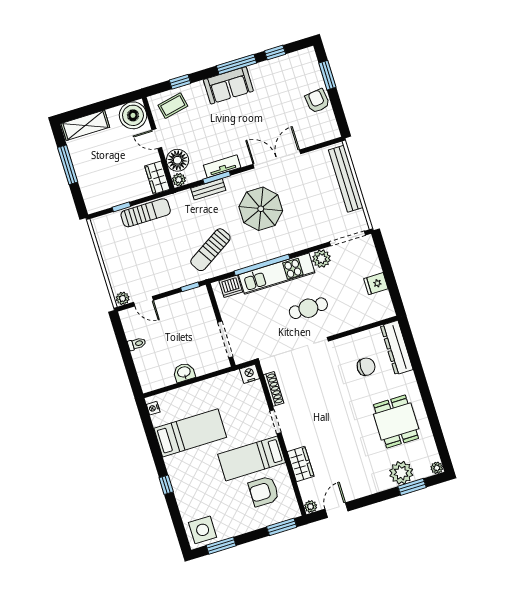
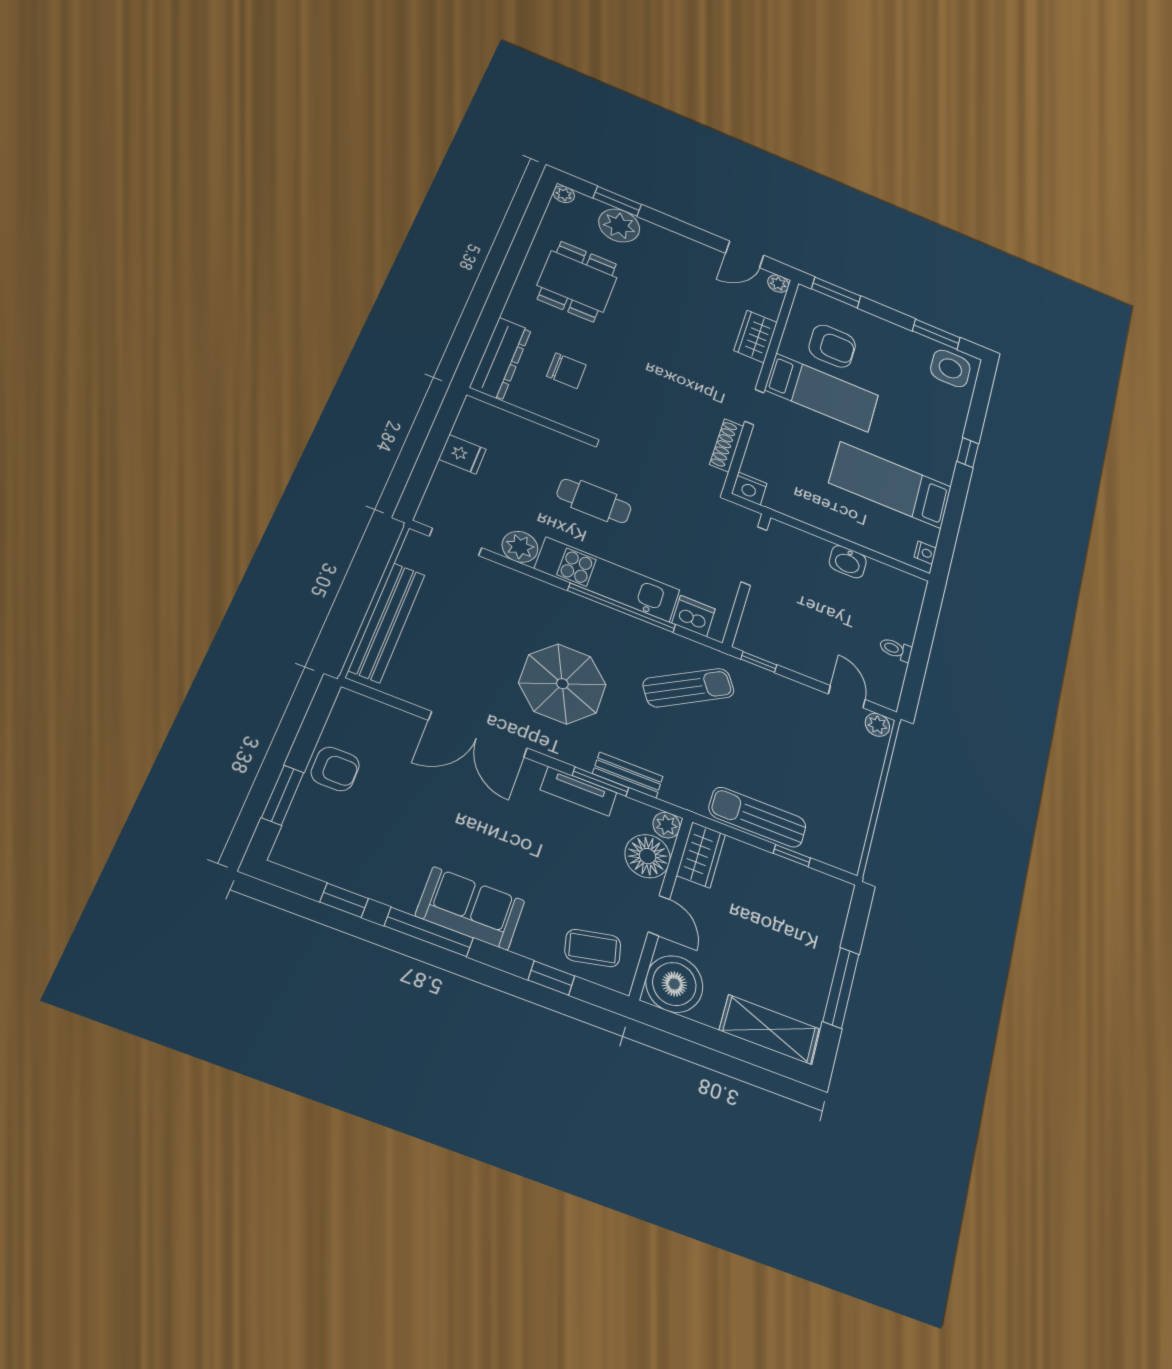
armchair: (317, 101) -> (335, 769), turned -83
doorway: (348, 239) -> (456, 542), width x0.73
chair: (366, 367) -> (566, 371), turned 180

